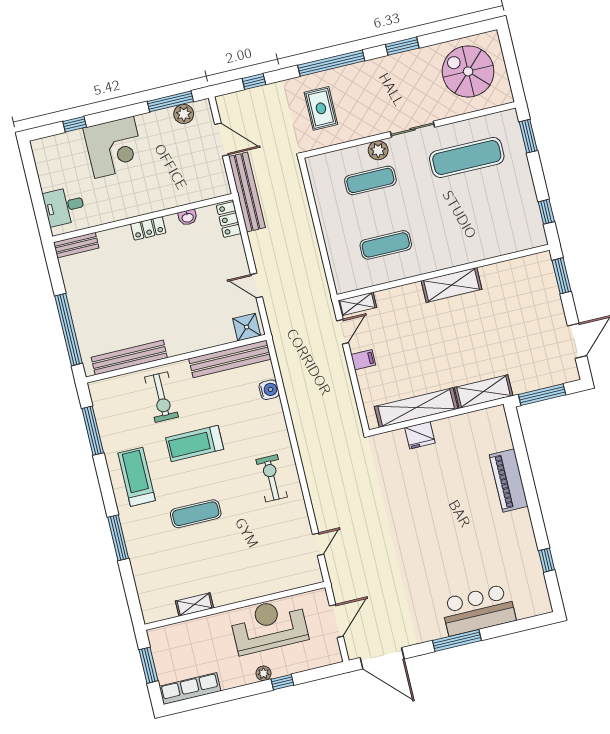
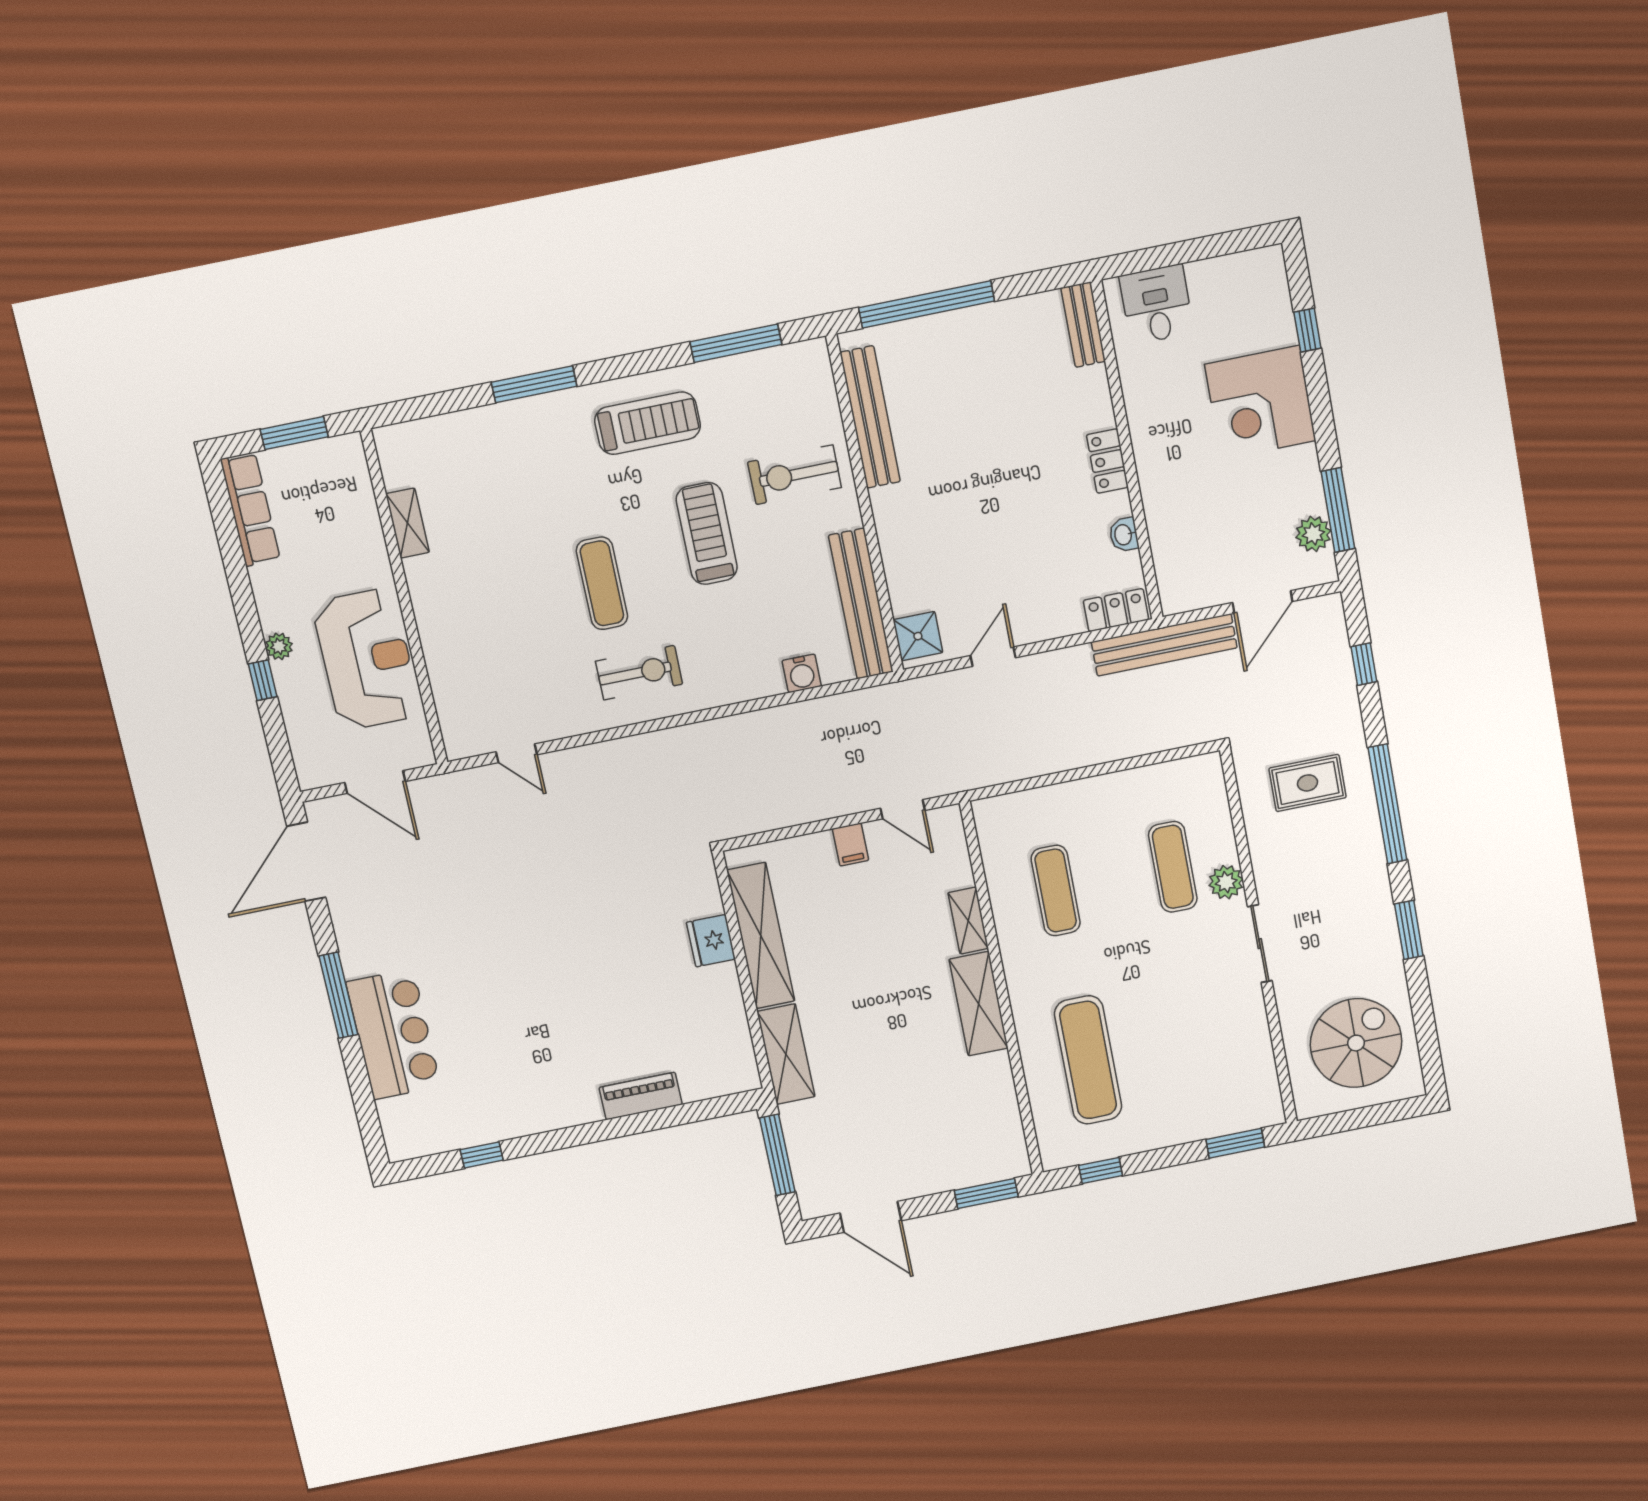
exercise mat: (467, 157) -> (1088, 1060), moved
shelving: (357, 304) -> (968, 921), moved
piano: (509, 481) -> (641, 1096), width x0.73, depth x0.75
exercise mat: (196, 514) -> (602, 583), moved

